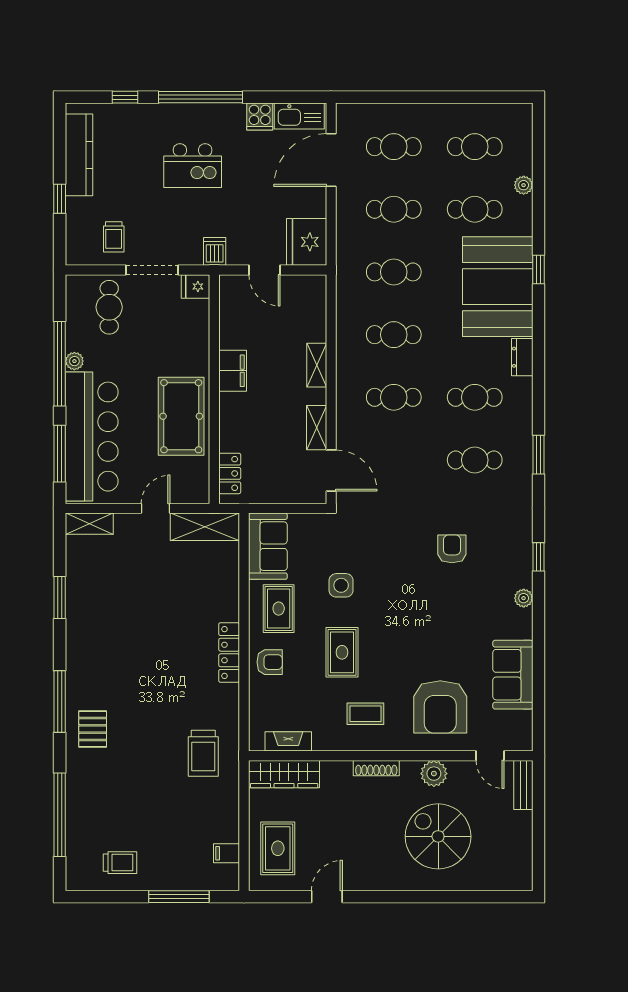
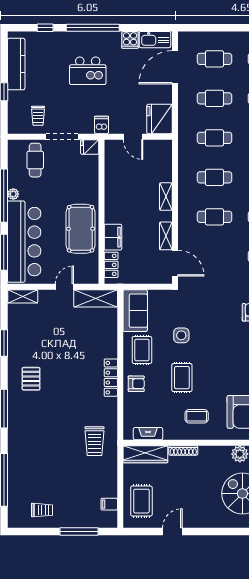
filing cabinet: (233, 371) -> (113, 237), moved
pallet: (93, 729) -> (31, 379), moved
shoe rack: (376, 768) -> (183, 451), moved

